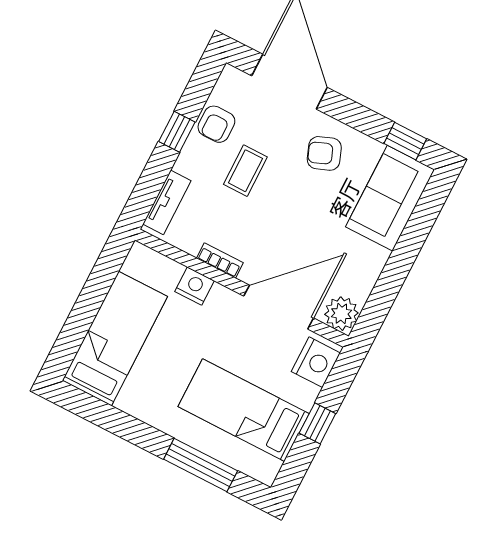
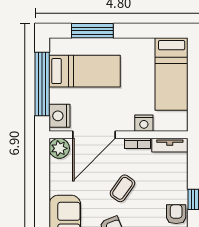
coffee table: (245, 171) -> (122, 188), moved, turned 35
tv unit: (167, 202) -> (170, 145), moved, turned -90
window: (317, 423) -> (42, 84), width x3.17

